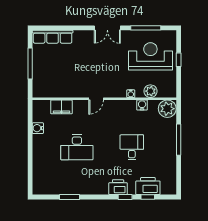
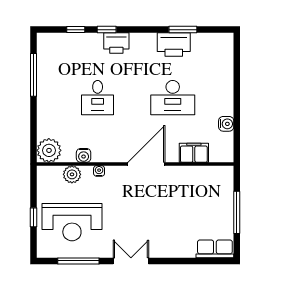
row of seats: (53, 37) -> (215, 249), width x0.68
door: (96, 99) -> (146, 164), width x1.87
window: (179, 140) -> (33, 75), moved
desk: (77, 147) -> (173, 98), turned 180
printer: (148, 186) -> (174, 45), moved

